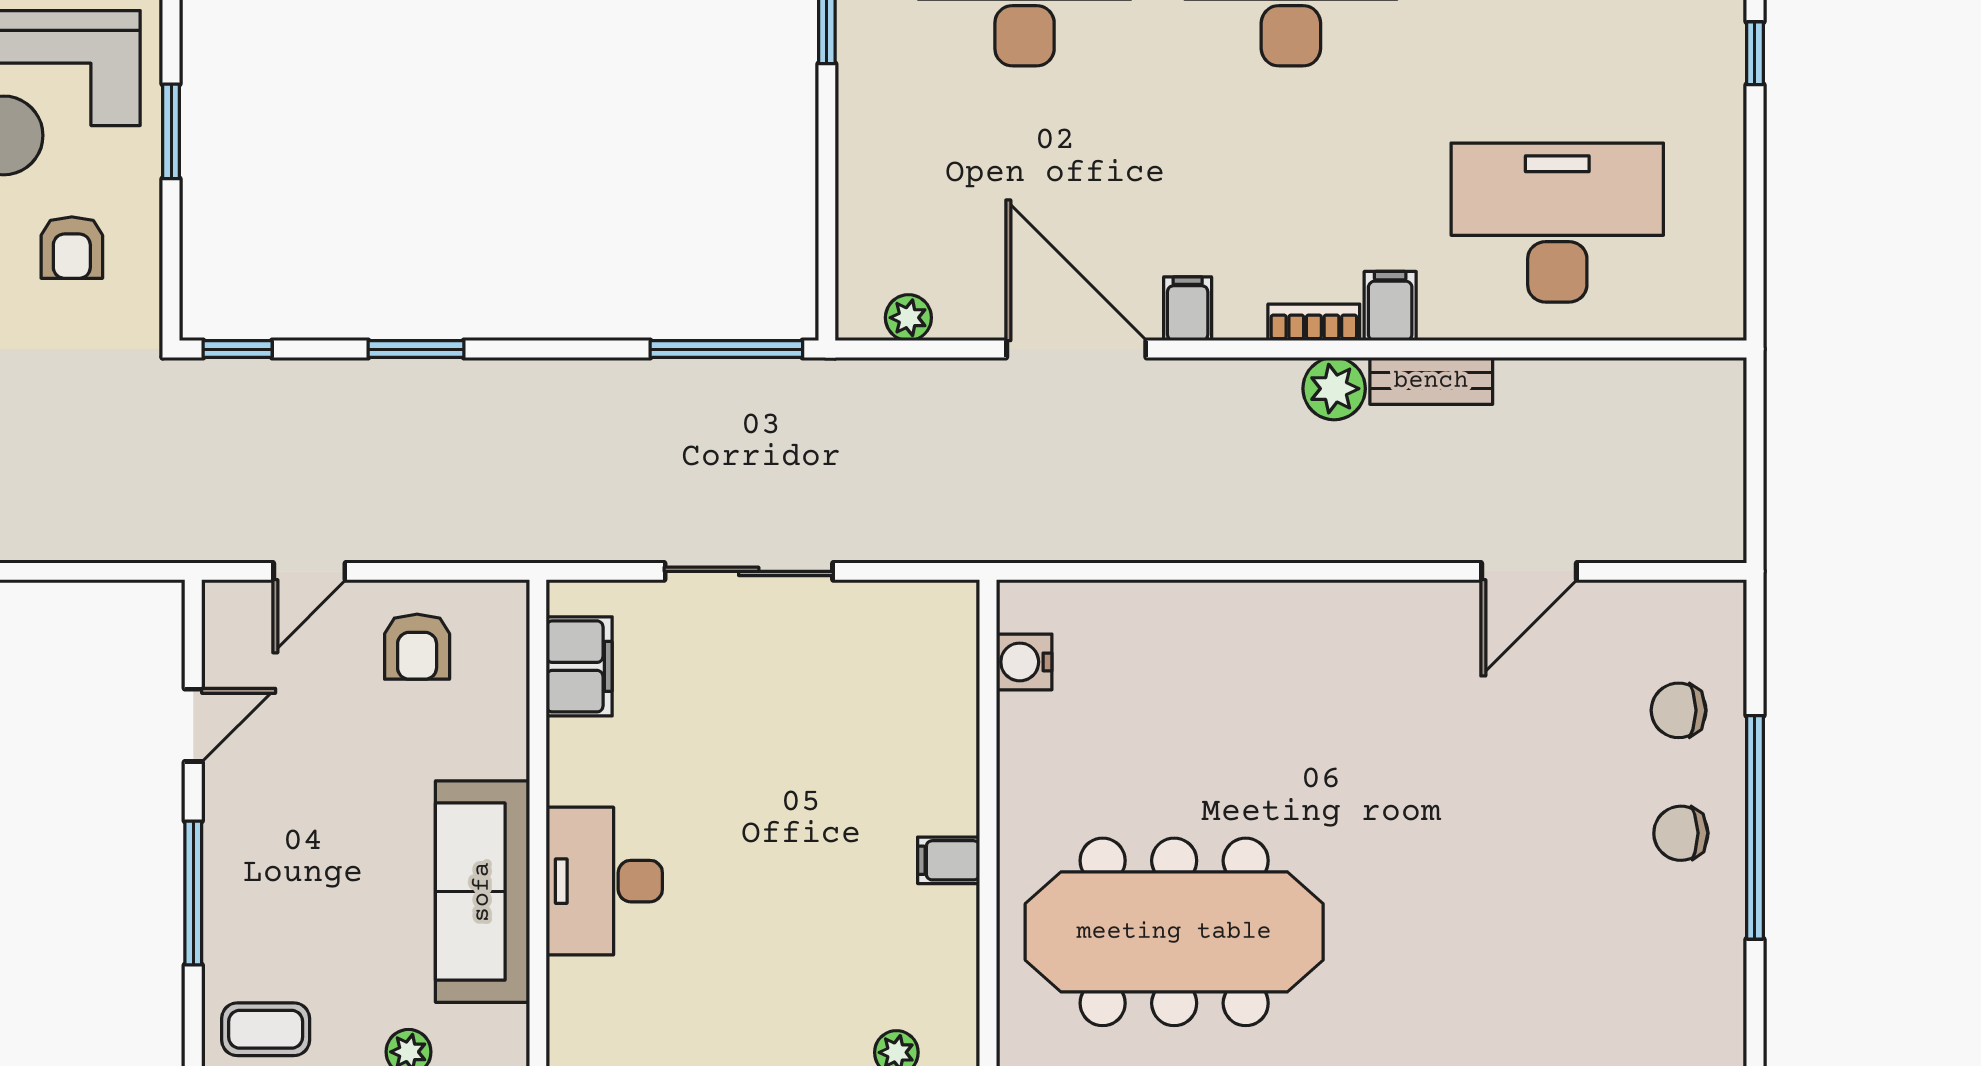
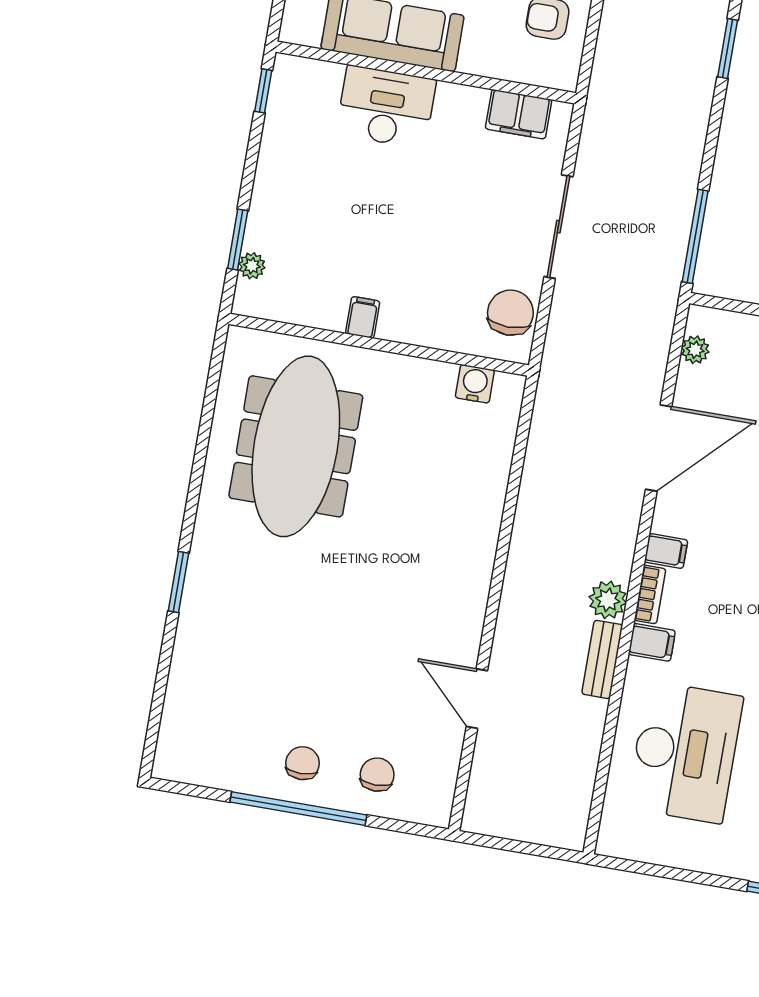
filing cabinet: (1188, 309) -> (666, 551), moved
chair: (900, 624) -> (510, 313), added

